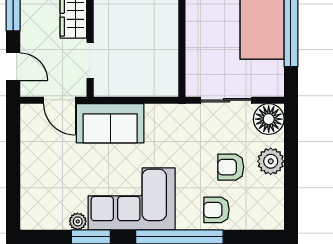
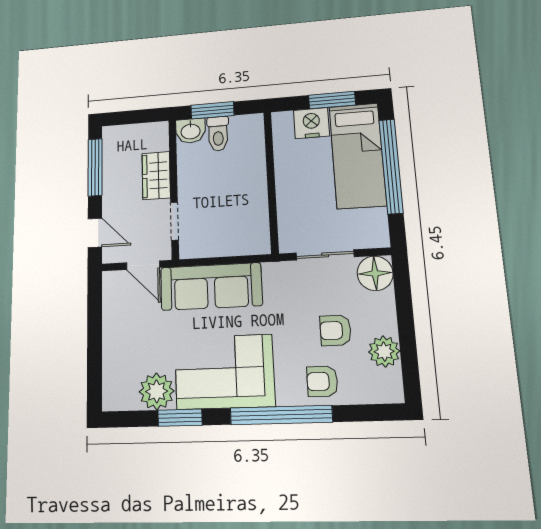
sofa: (110, 123) -> (211, 287), width x1.36
plant: (271, 161) -> (384, 352), moved
plant: (78, 221) -> (157, 391), width x1.88, depth x1.88

